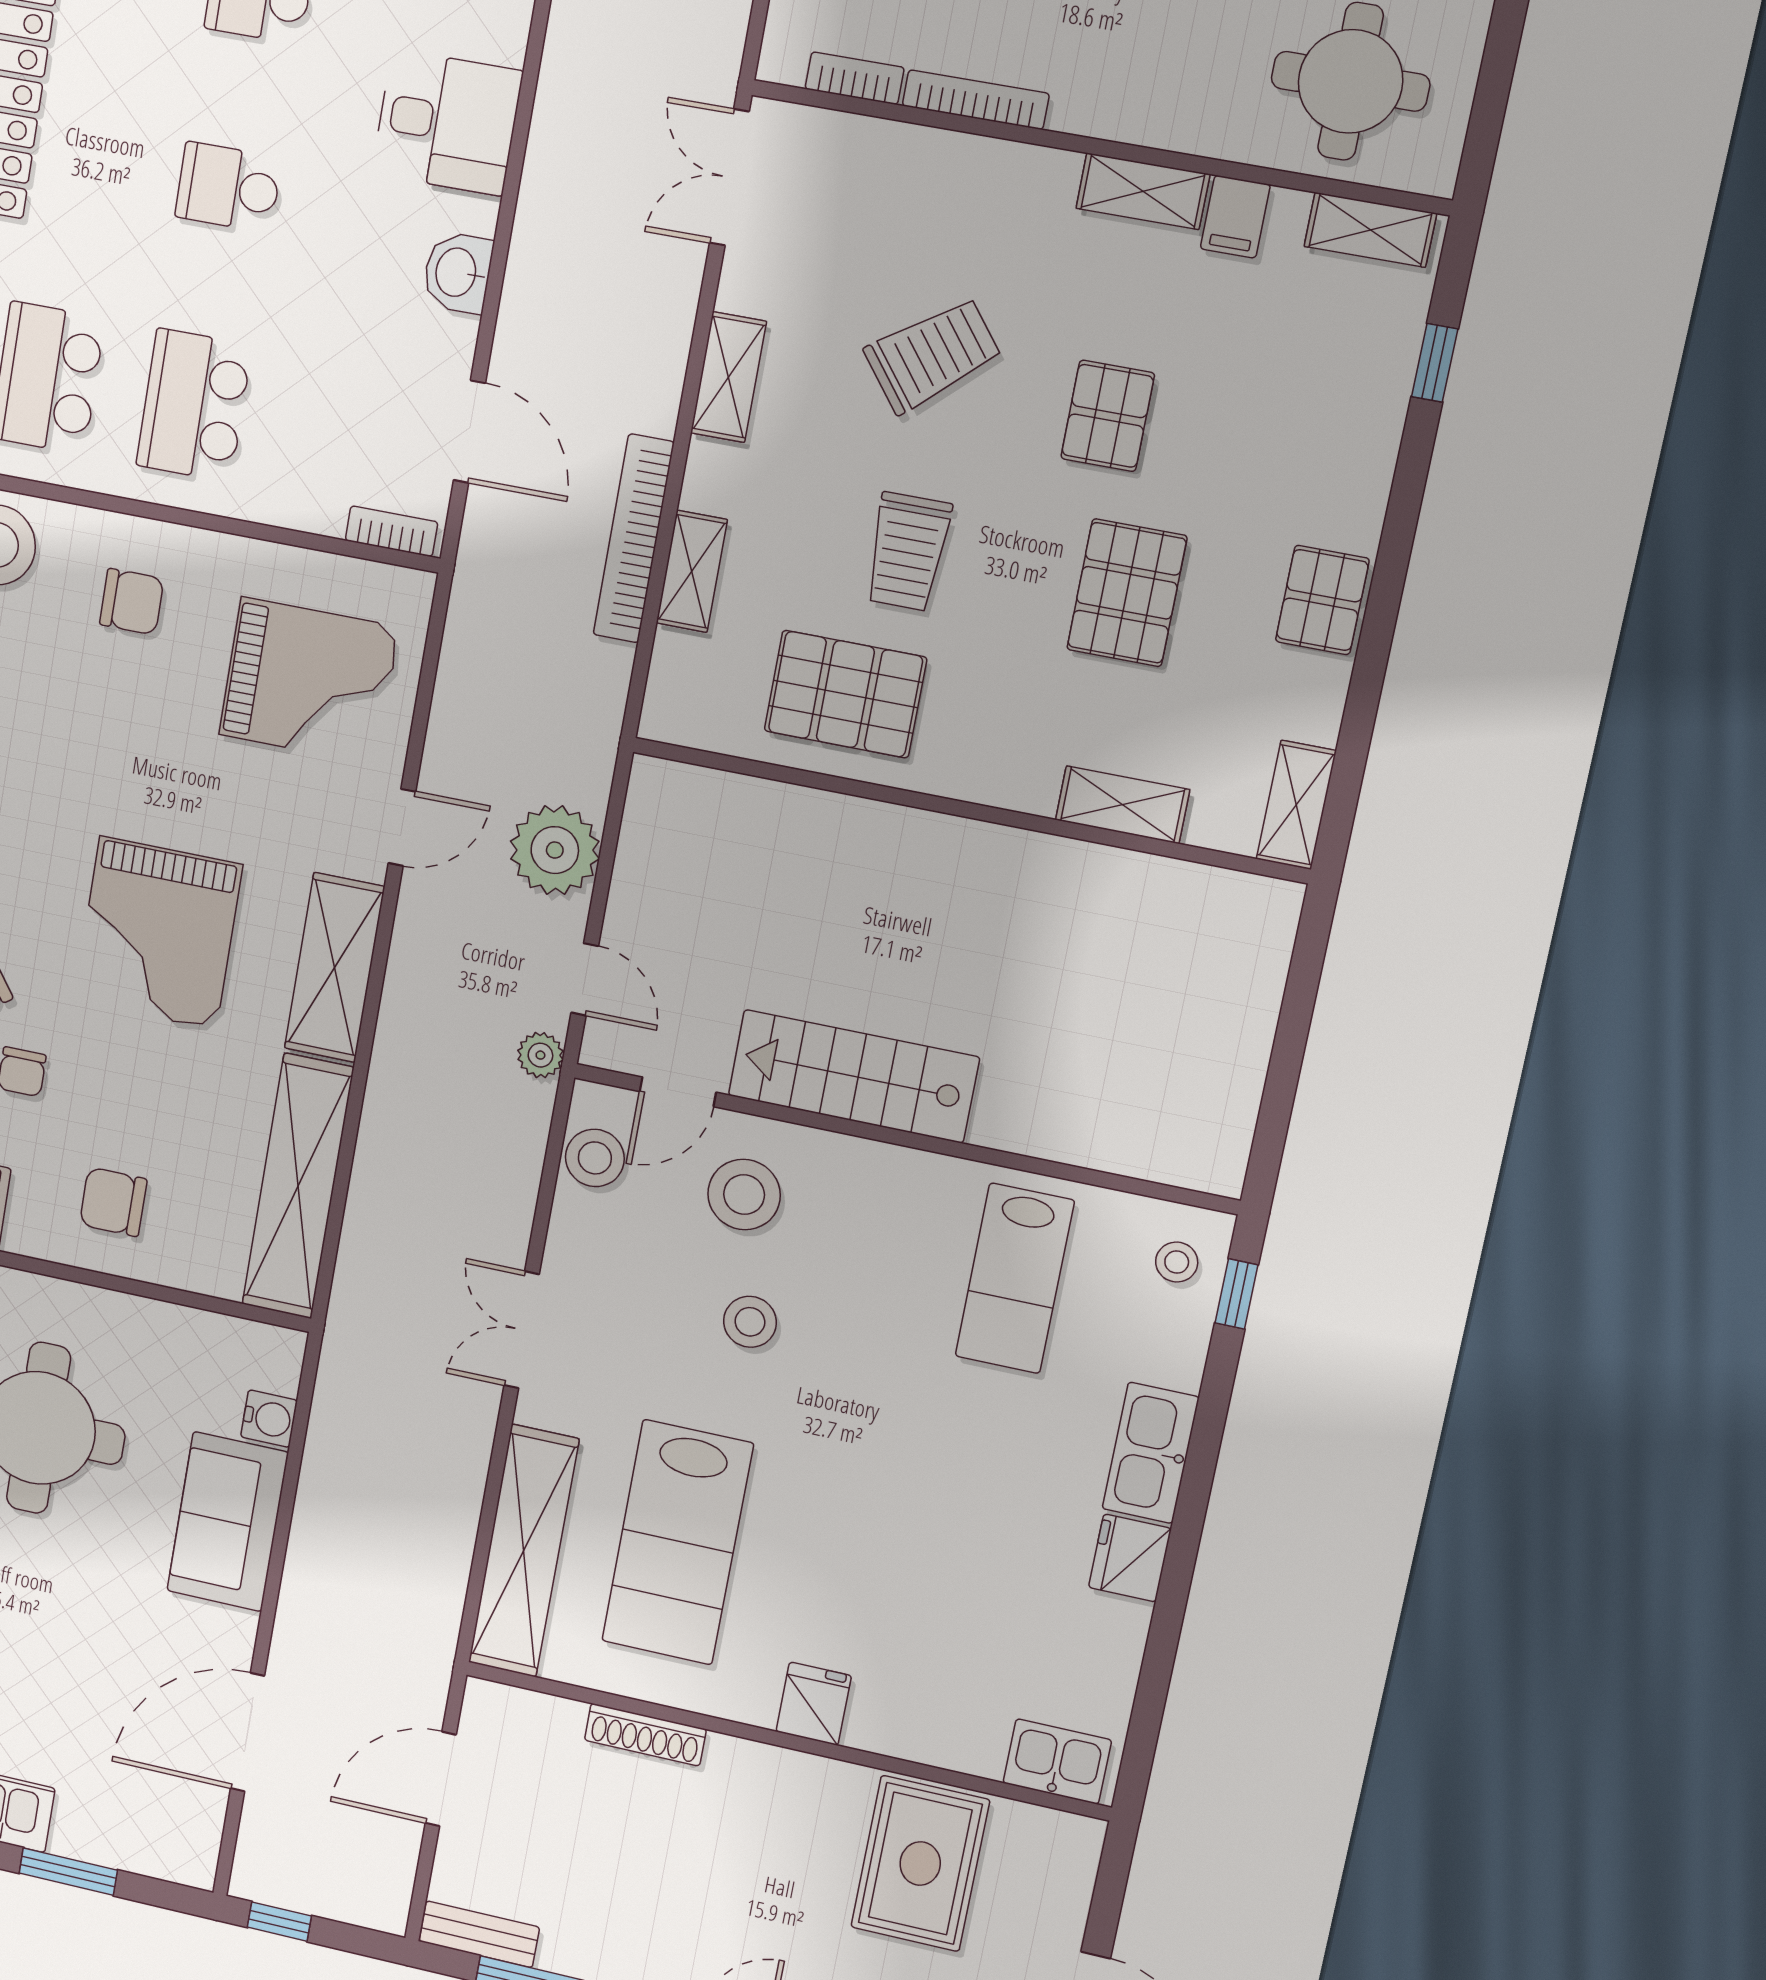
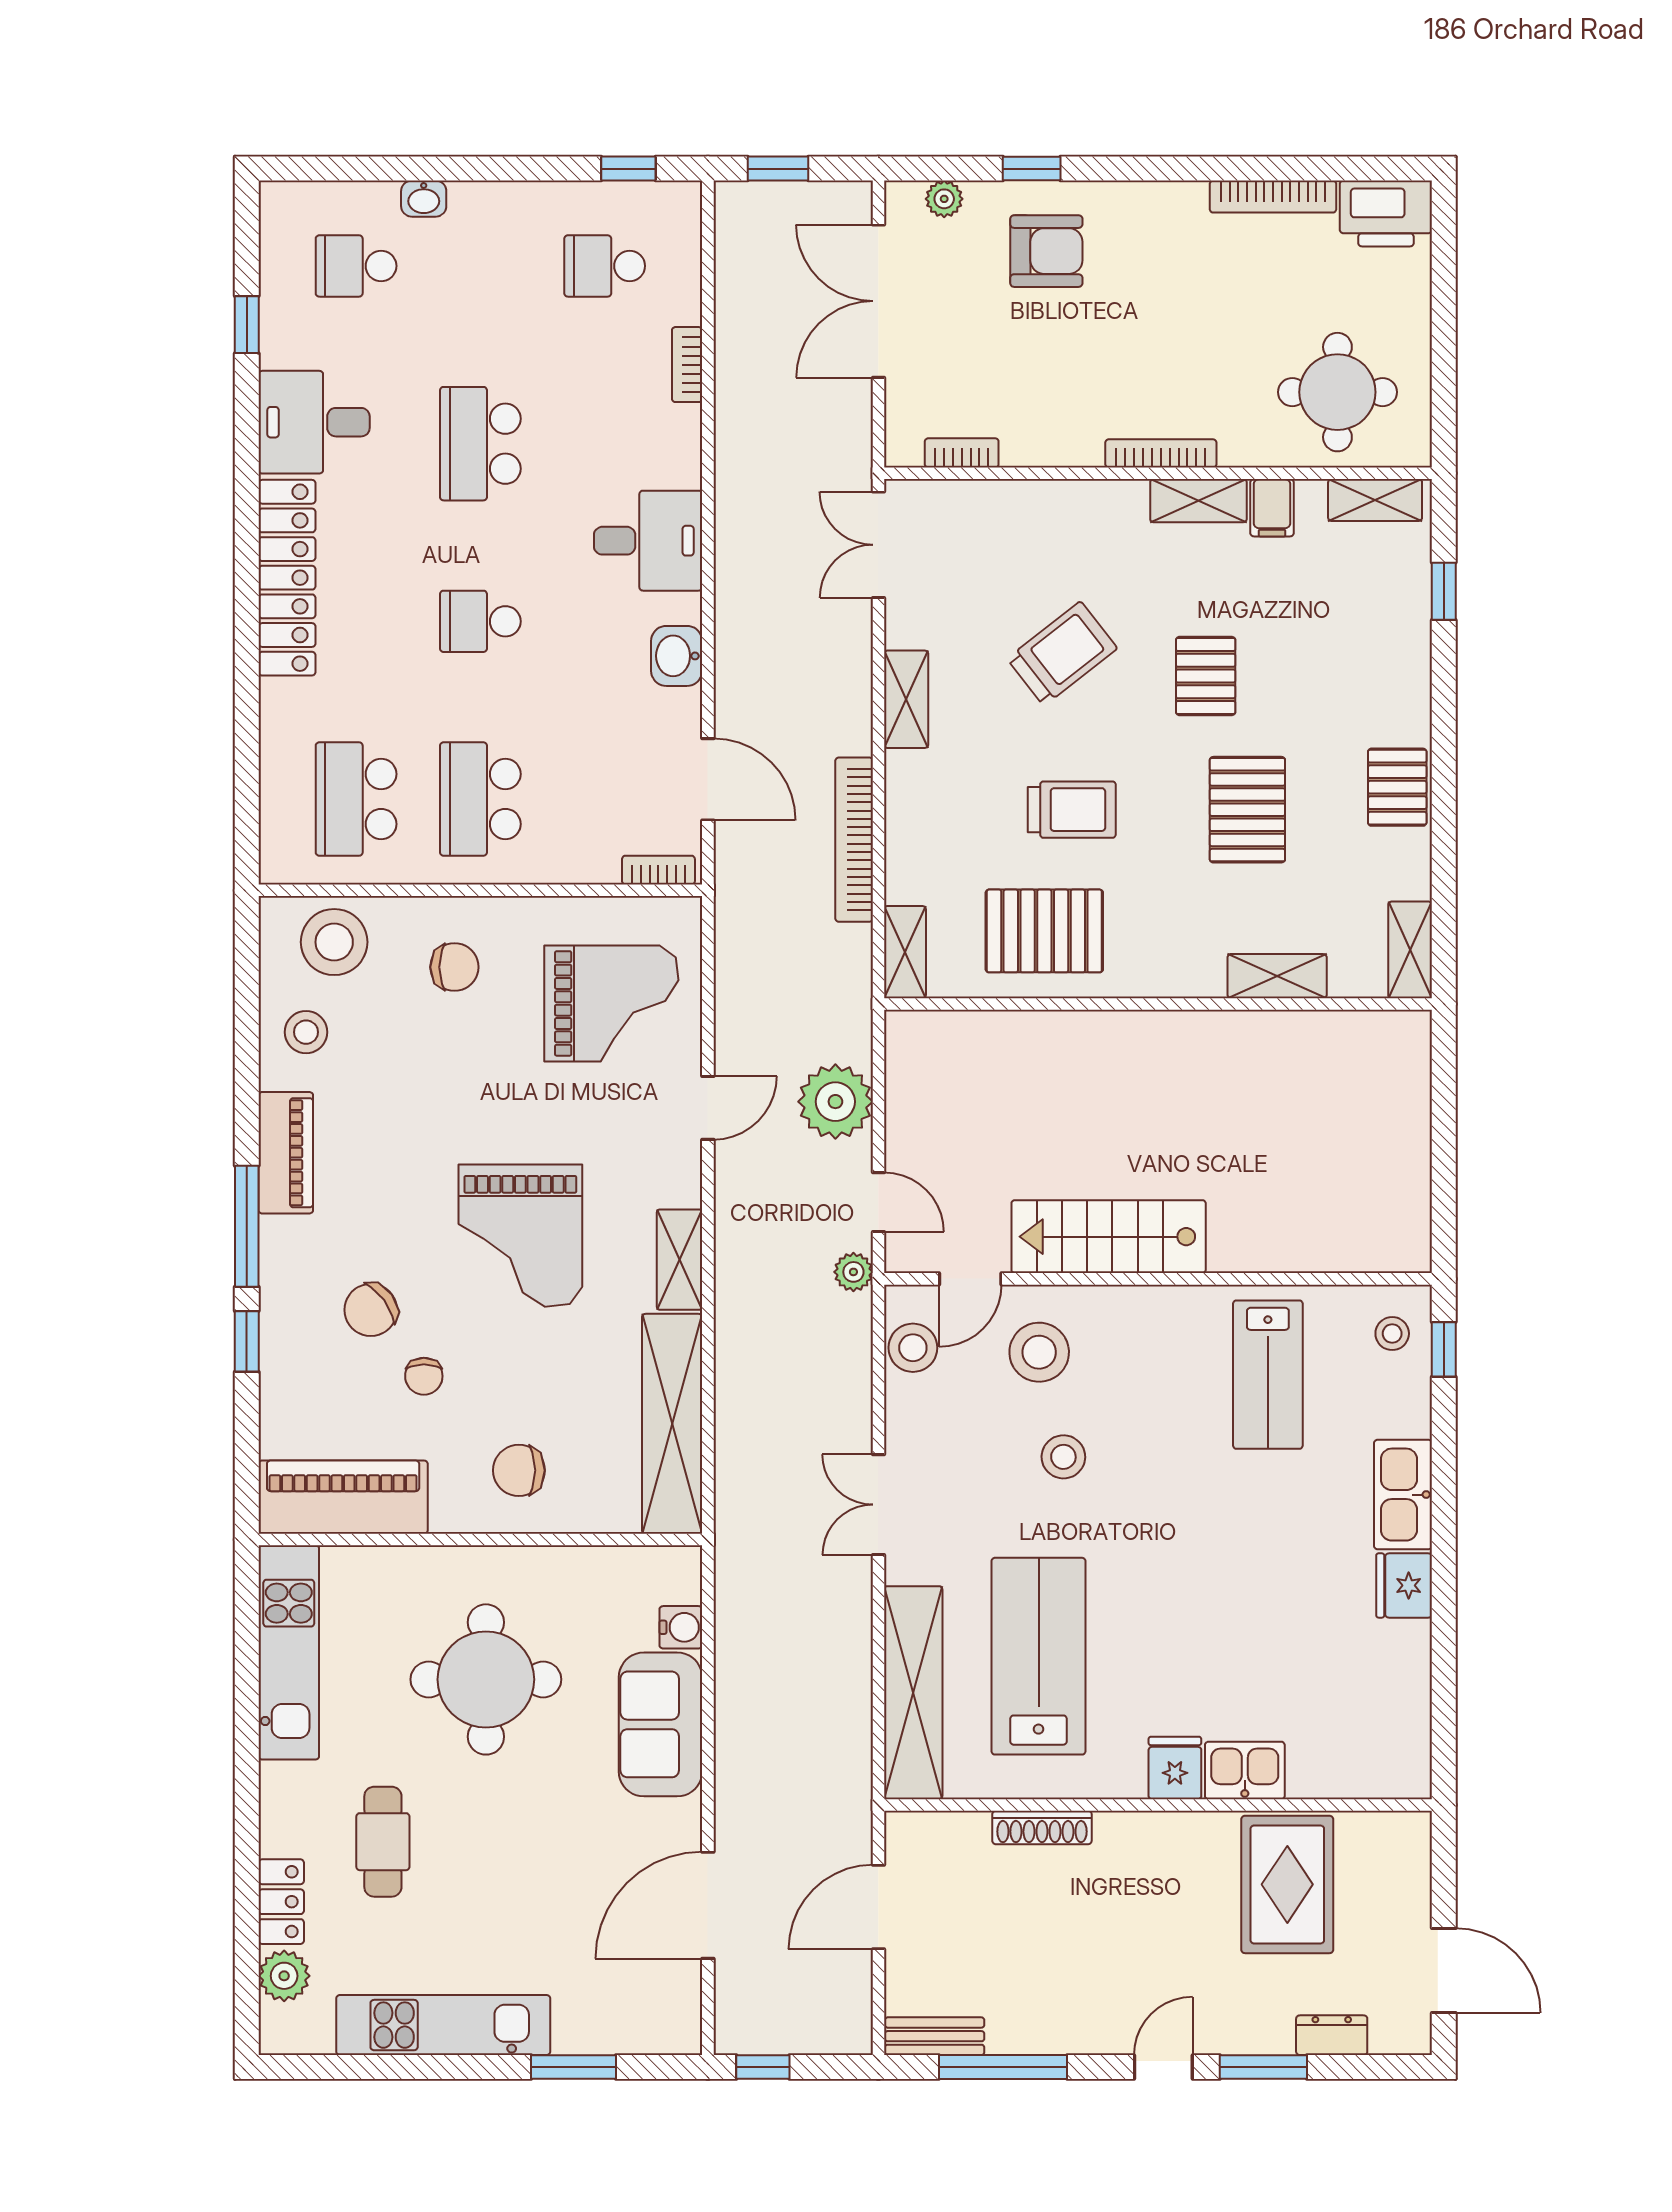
bookcase: (976, 100) -> (1161, 453), moved
trolley: (908, 552) -> (1072, 810), turned -90
shelving: (692, 571) -> (905, 952), moved
shelving: (335, 968) -> (680, 1260), width x0.67, depth x0.75
lab bench: (677, 1542) -> (1039, 1656), turned 180
kitchen sink: (1057, 1762) -> (1245, 1770), moved

